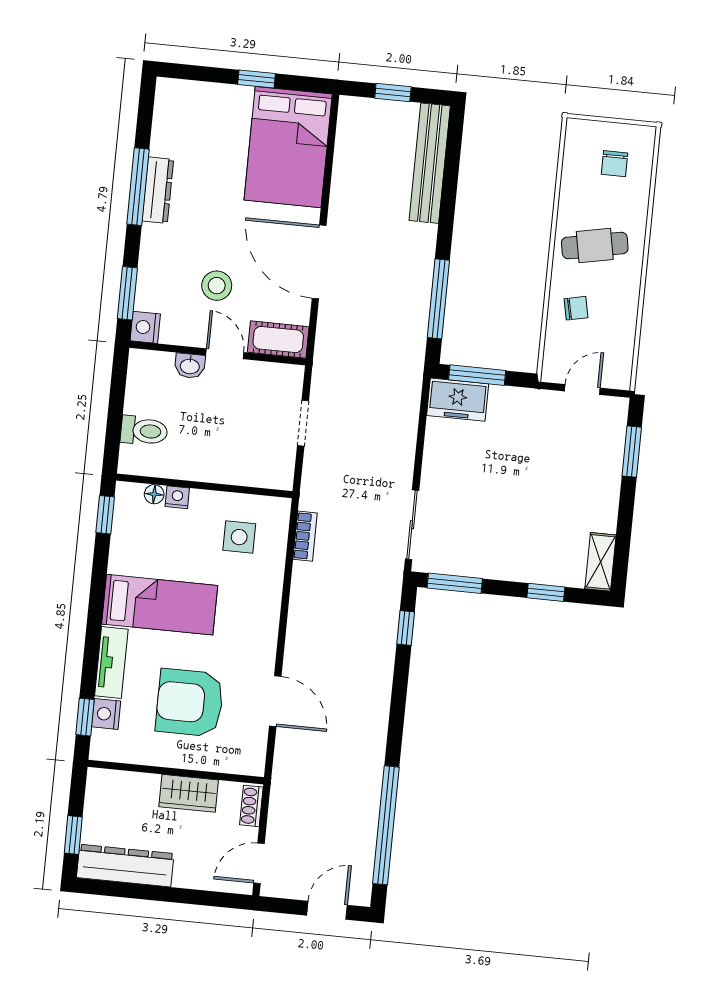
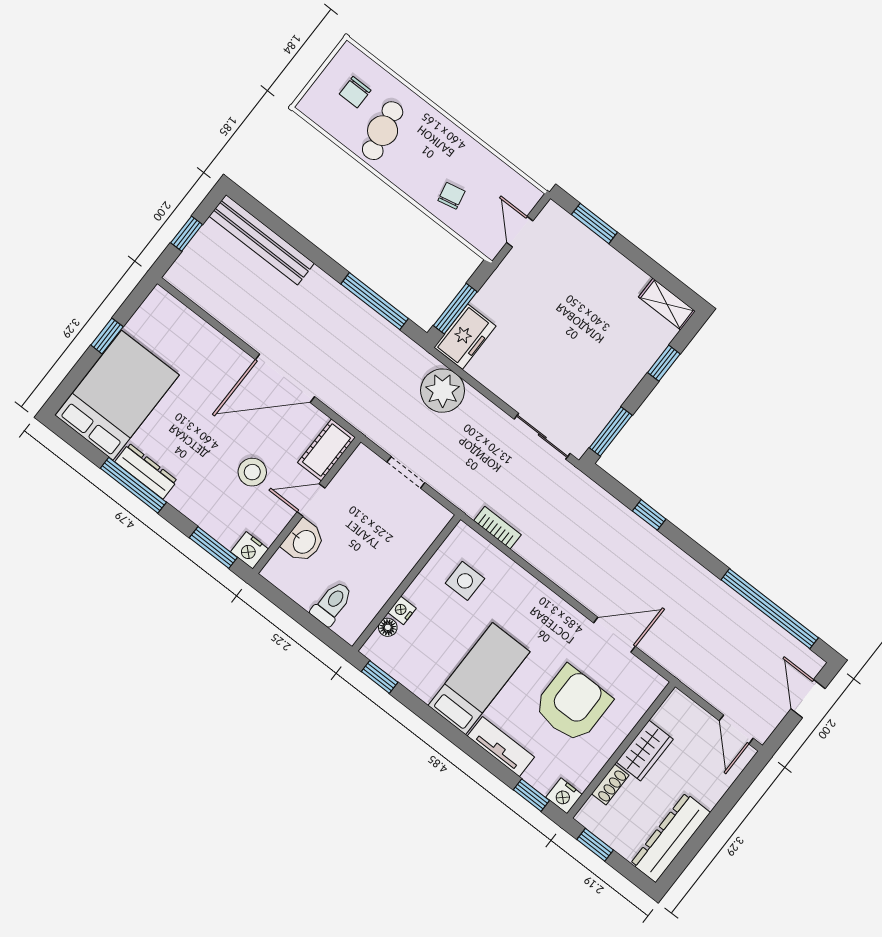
bed: (288, 147) -> (117, 395), moved, turned -90
chair: (614, 164) -> (355, 92), turned 90
cafe table: (595, 246) -> (383, 131), moved
washbasin: (190, 366) -> (304, 541), width x1.38, depth x1.45
plant: (397, 410) -> (443, 391), added
window: (406, 628) -> (649, 515), moved
armchair: (190, 703) -> (572, 704), turned 180
nightstand: (106, 714) -> (564, 796), moved
shoe rack: (251, 806) -> (610, 785), moved, turned -90
window: (73, 835) -> (595, 845), moved

